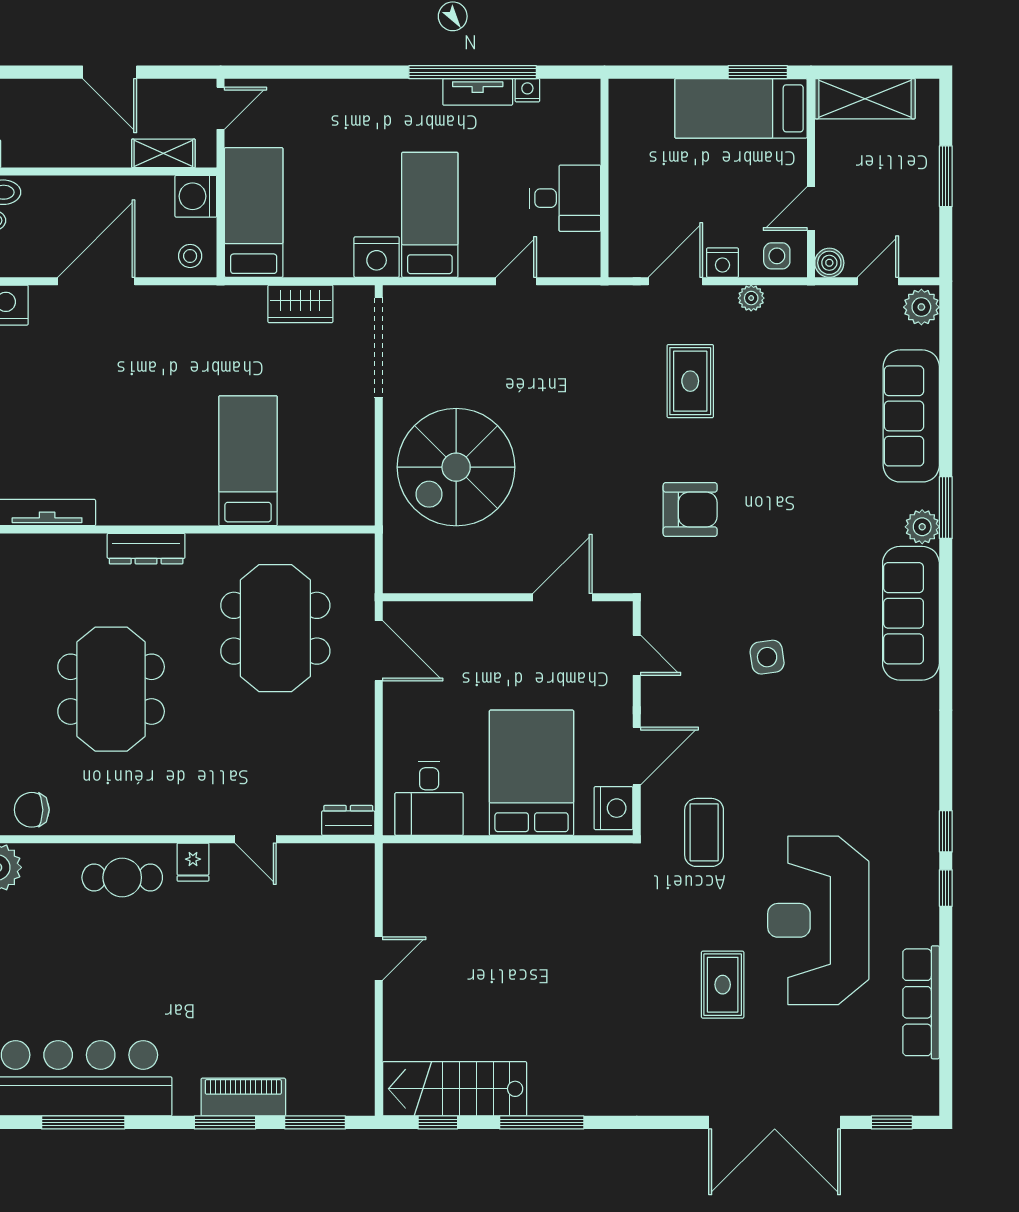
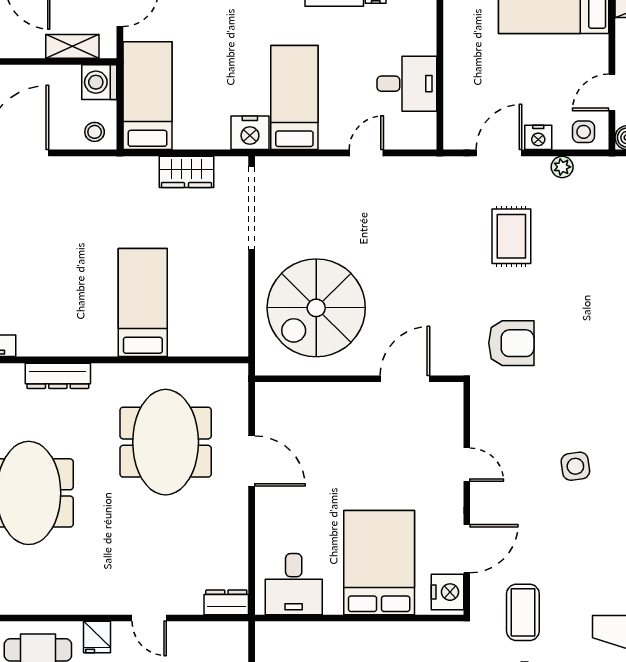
wall: (508, 597) -> (359, 379), moved
door: (562, 597) -> (405, 379), moved

